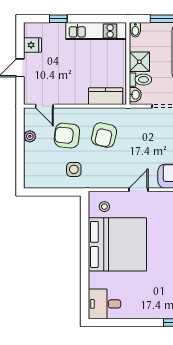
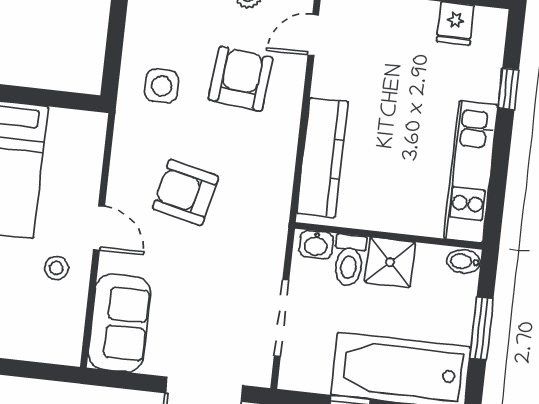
kitchen counter: (106, 96) -> (322, 158), width x1.50
armchair: (104, 135) -> (185, 192), moved
stool: (104, 207) -> (56, 268), moved

